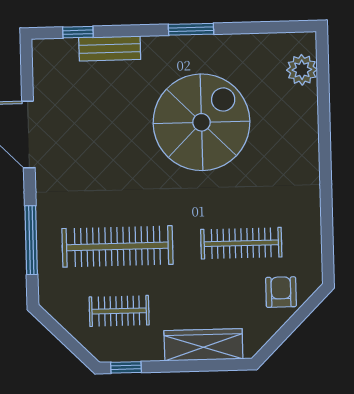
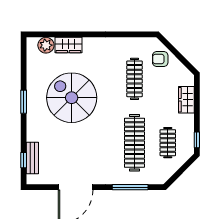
bench: (110, 48) -> (32, 158), moved
wardrobe: (303, 113) -> (68, 45), added
wardrobe: (203, 345) -> (186, 100), width x0.67

